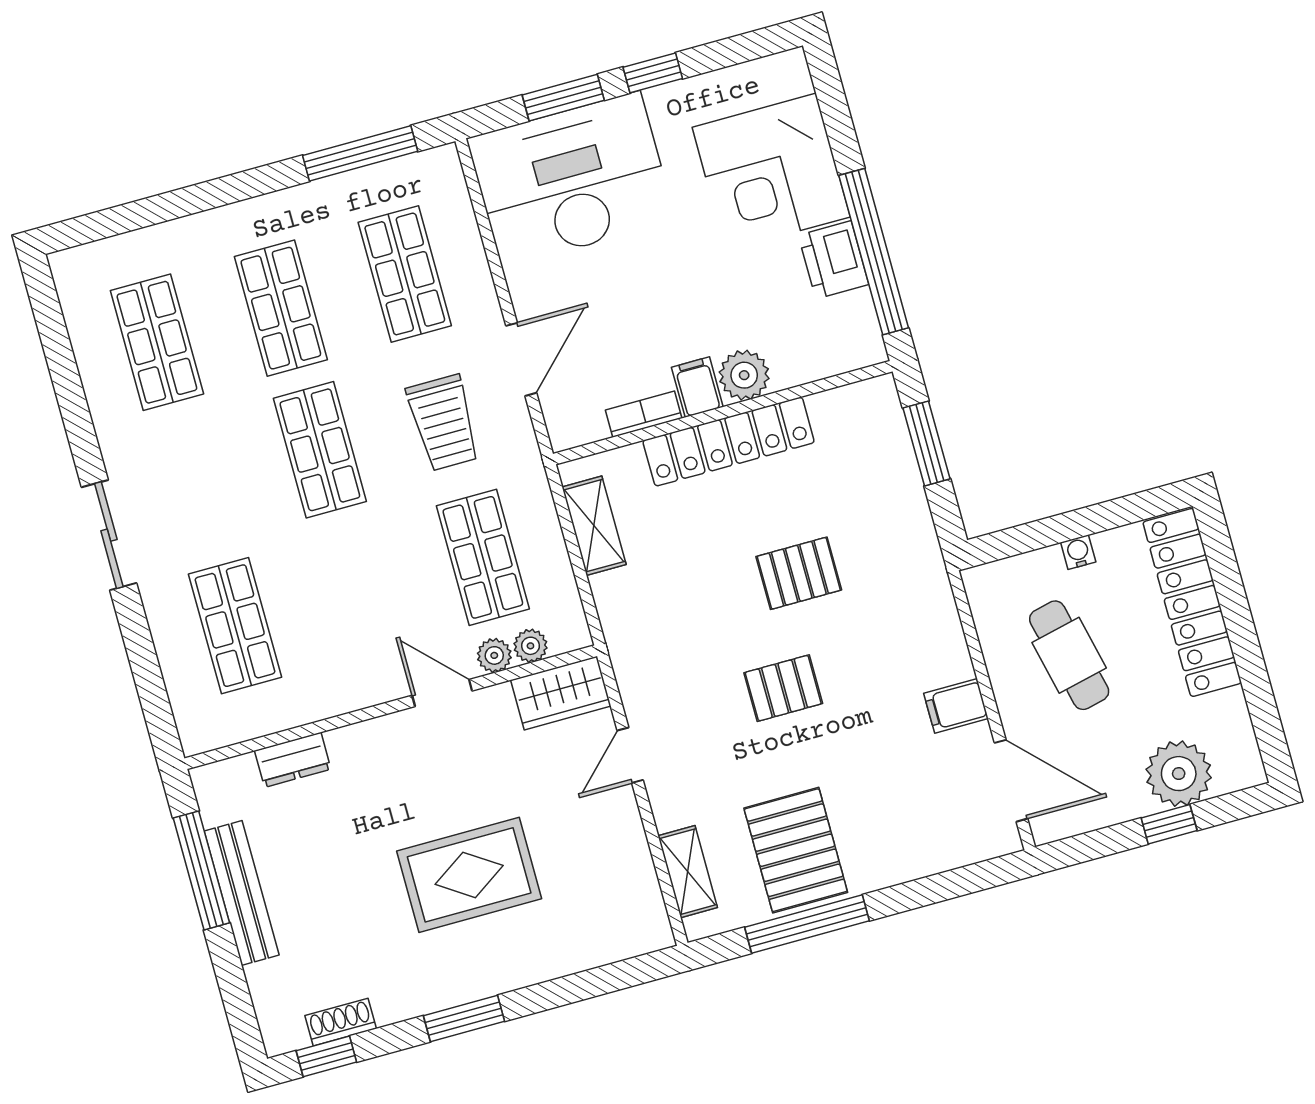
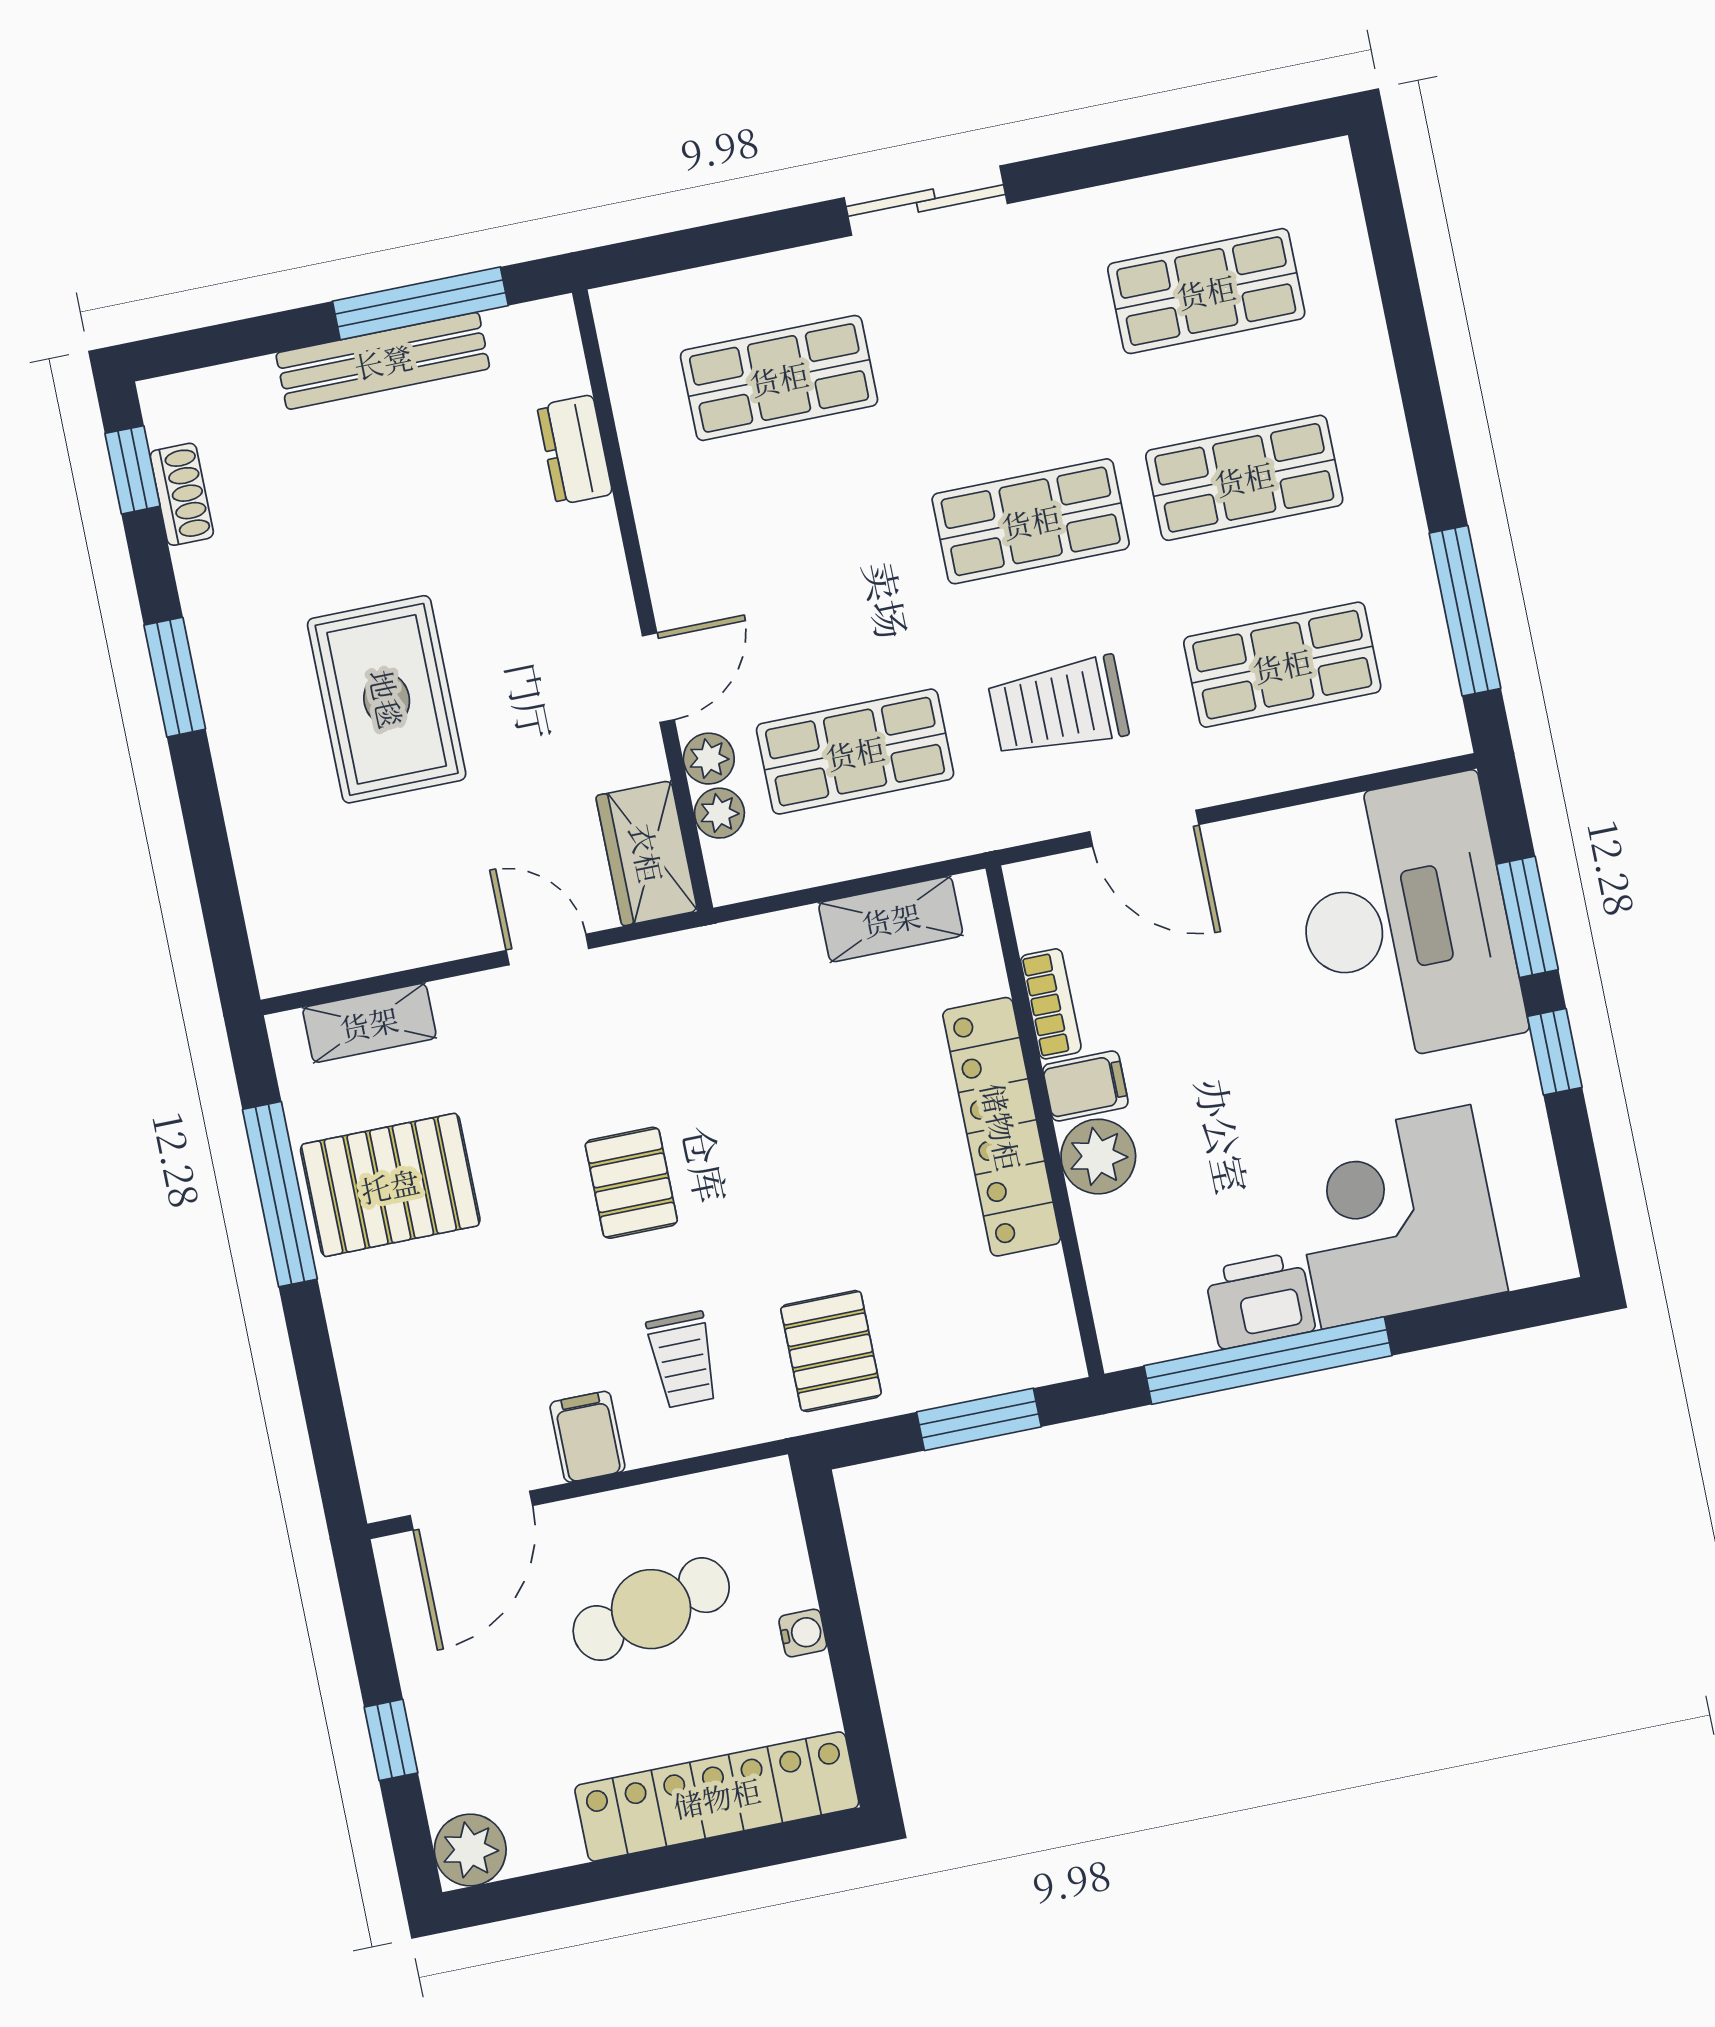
pallet: (799, 573) -> (831, 1351), moved
trolley: (900, 645) -> (683, 1360), added
plant: (1179, 774) -> (470, 1850), moved, width x0.73, depth x0.73

